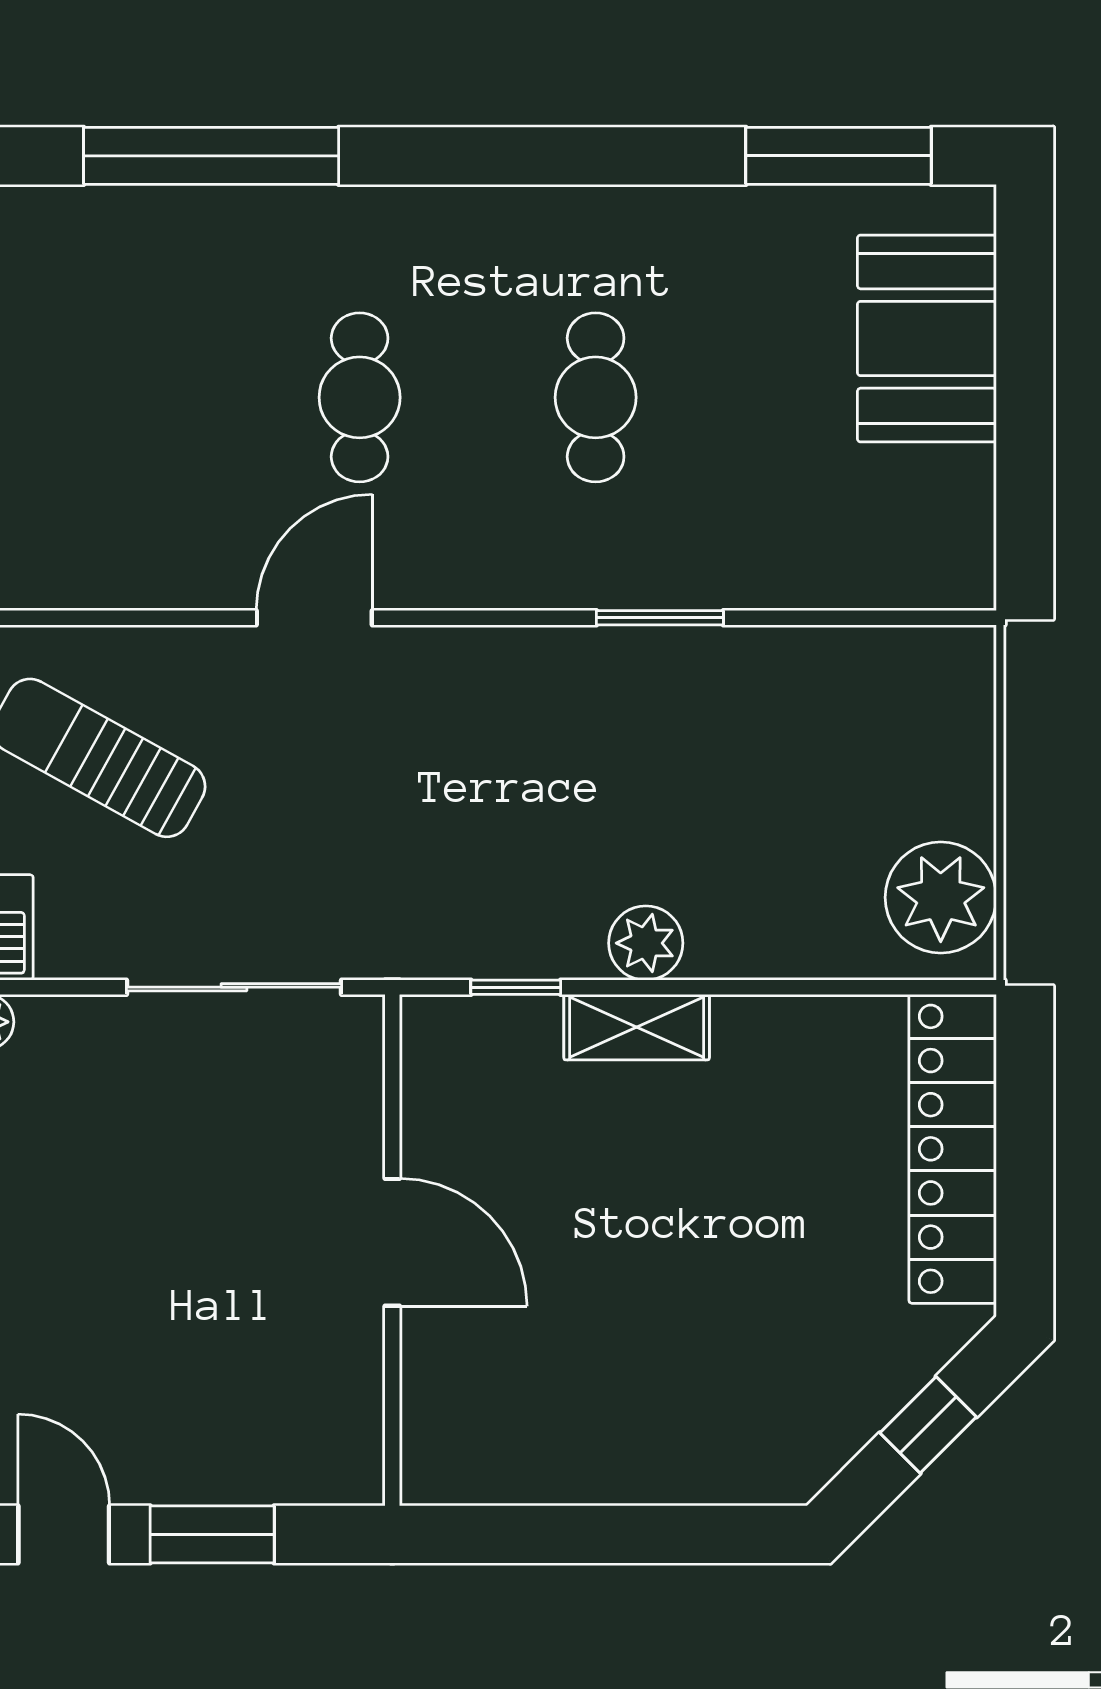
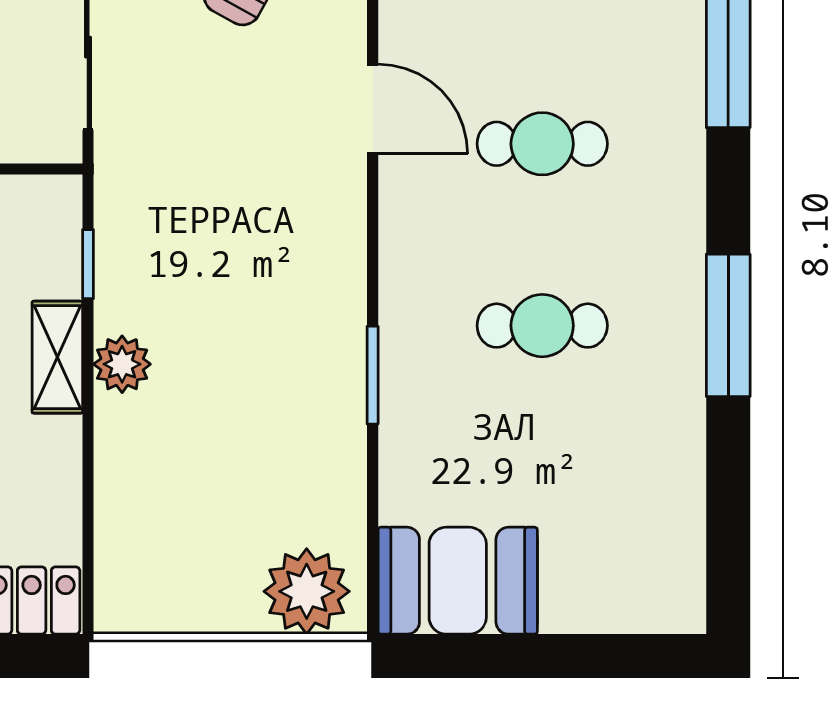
window: (839, 156) -> (728, 325), moved
booth: (927, 338) -> (458, 581), moved
plant: (941, 897) -> (307, 591), moved

